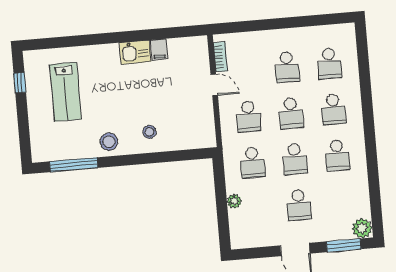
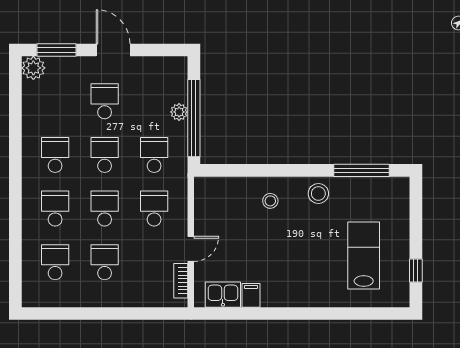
kitchen sink: (135, 52) -> (223, 295), moved
door: (214, 85) -> (191, 249), swing flipped
window: (221, 197) -> (194, 118), added

